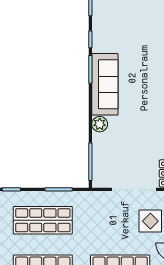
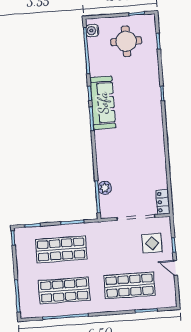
sofa: (105, 84) -> (103, 103), moved
plant: (100, 124) -> (105, 188), moved

